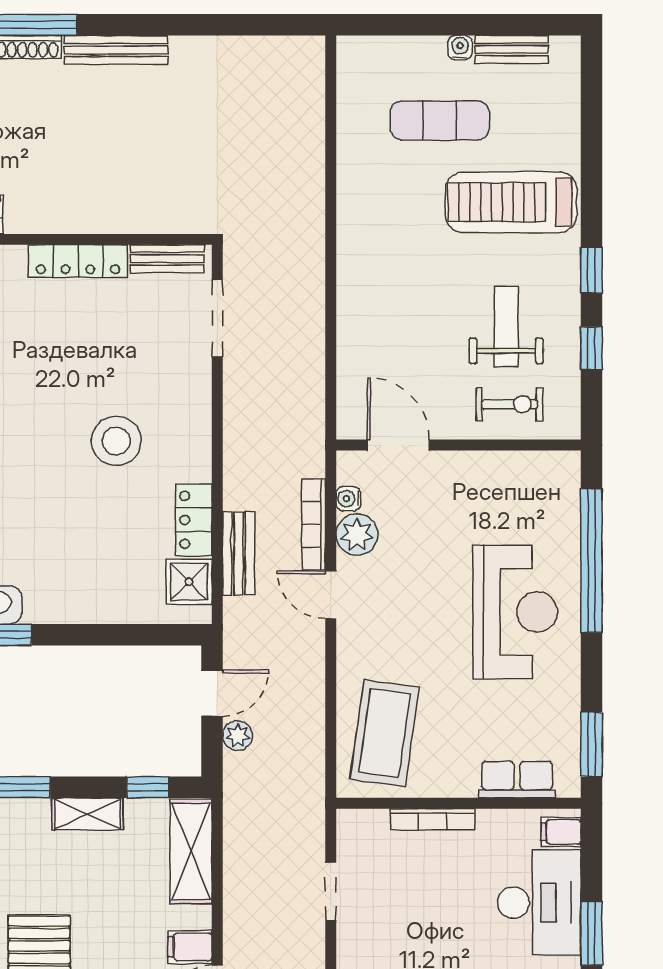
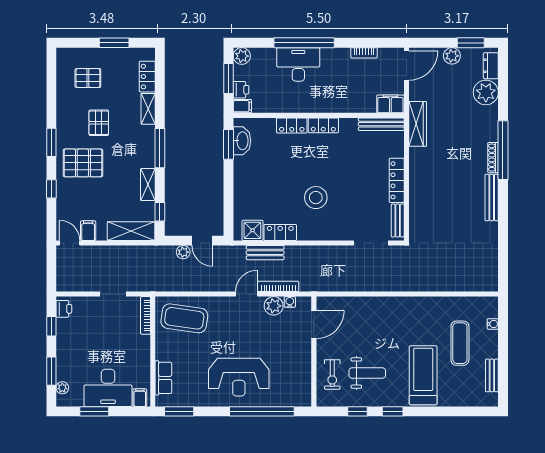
water cooler: (460, 48) -> (493, 324), moved
bookcase: (432, 819) -> (145, 315), moved

